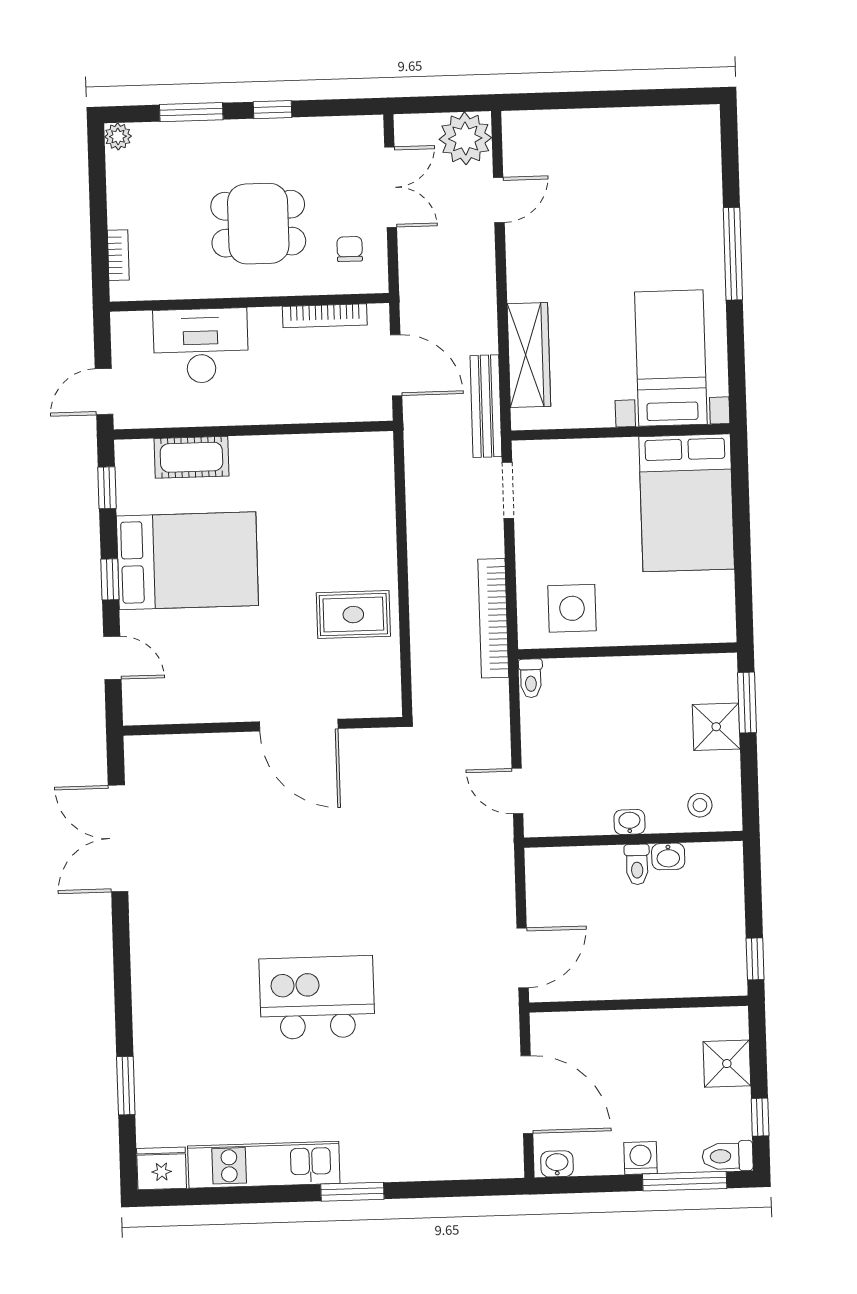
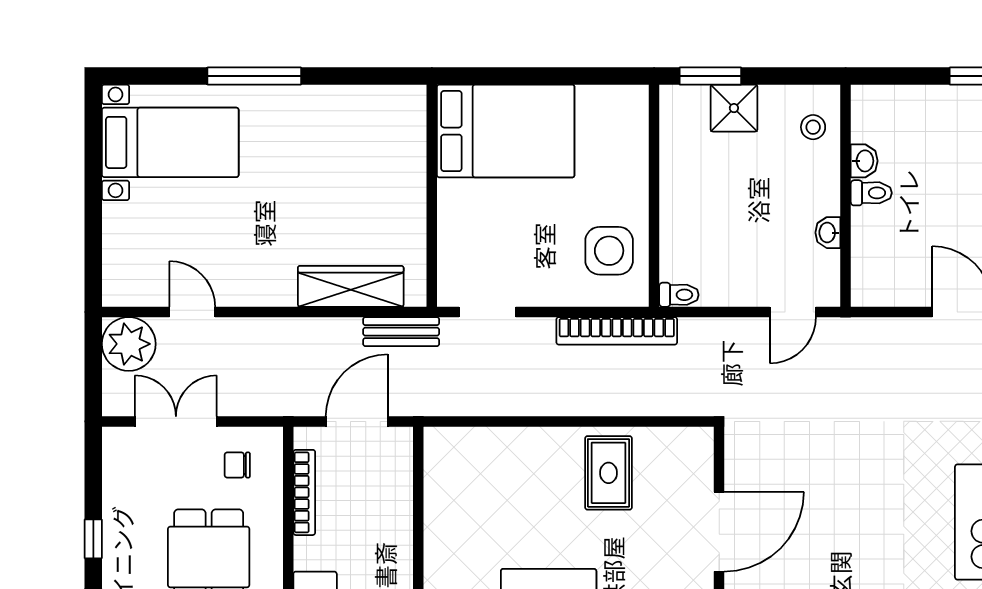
bed with nightstands: (671, 358) -> (170, 142), moved, turned 180
bench: (486, 406) -> (401, 332), width x0.73
washbasin: (629, 822) -> (828, 233), moved

